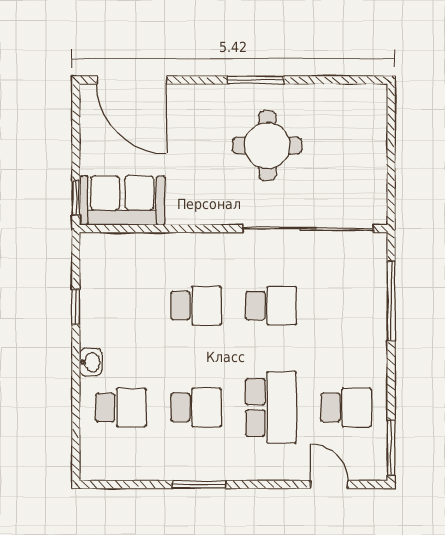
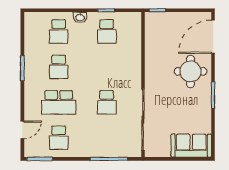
round table: (267, 146) -> (190, 71), moved
sofa: (122, 200) -> (191, 146), moved, turned -90
school desk: (196, 306) -> (107, 32), moved

